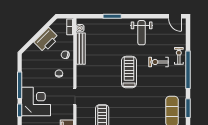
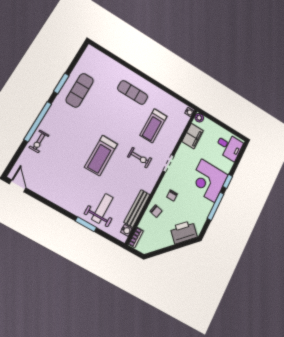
weight bench: (142, 33) -> (102, 208), moved
printer: (46, 40) -> (184, 232), moved
exercise bike: (159, 62) -> (140, 158), moved

